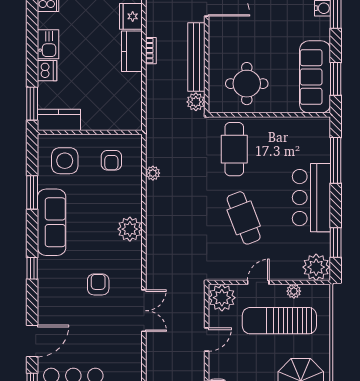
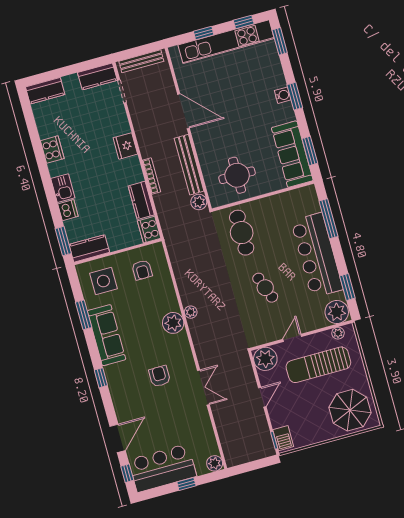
kitchen counter: (132, 51) -> (141, 200), moved
bookcase: (151, 51) -> (151, 176), width x1.56
cooker: (132, 117) -> (149, 230), added
plant: (153, 173) -> (191, 312), moved
bar counter: (311, 198) -> (317, 255), width x1.36
cafe table: (244, 218) -> (265, 288), width x0.73, depth x0.74
plant: (294, 291) -> (338, 333), moved

